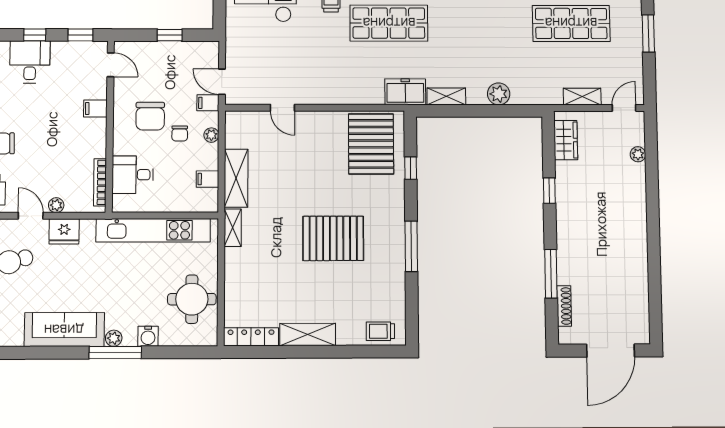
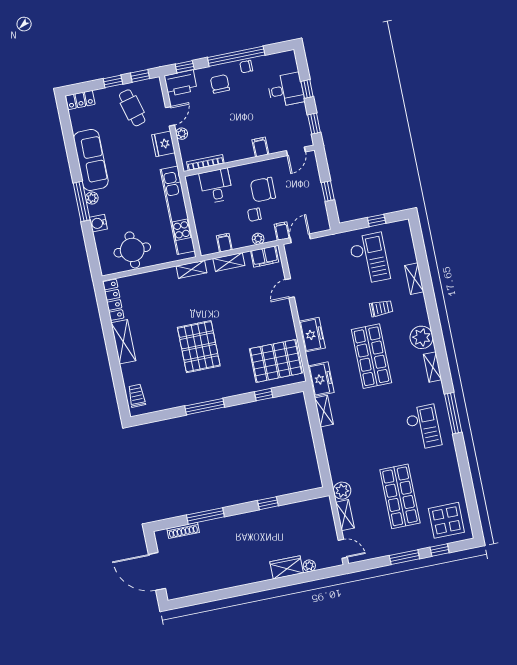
freezer: (347, 92) -> (312, 335), added
plant: (499, 94) -> (342, 491), moved
filing cabinet: (236, 131) -> (265, 256), added
wardrobe: (566, 140) -> (287, 567), moved, turned 180
shelving: (236, 178) -> (229, 262), width x0.67, depth x0.75

